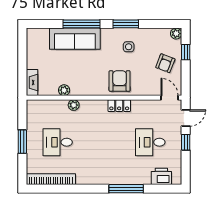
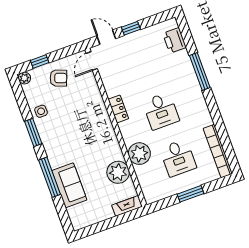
sofa: (75, 39) -> (69, 185), width x0.73
side table: (129, 47) -> (41, 111), moved
armchair: (120, 81) -> (93, 118), removed
plant: (64, 90) -> (118, 172), width x1.87, depth x1.87
plant: (74, 105) -> (139, 154), width x1.88, depth x1.88
desk: (150, 142) -> (161, 111), moved

